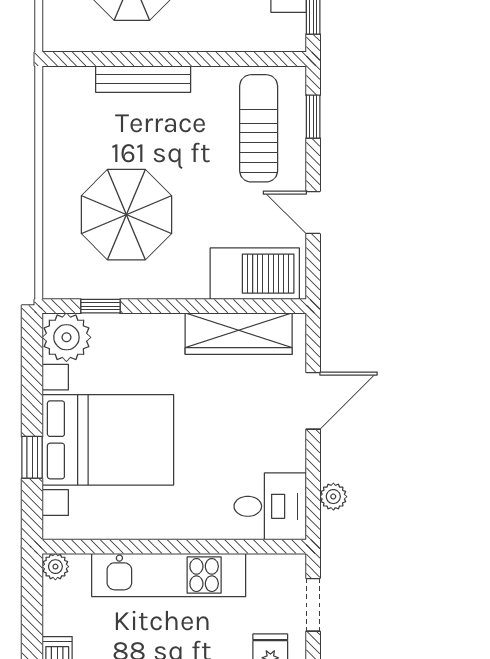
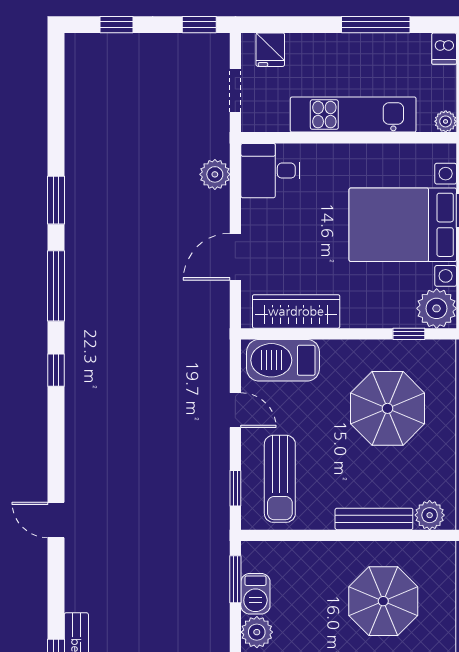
plant: (75, 84) -> (430, 515), added
plant: (333, 497) -> (215, 174), width x1.38, depth x1.38

